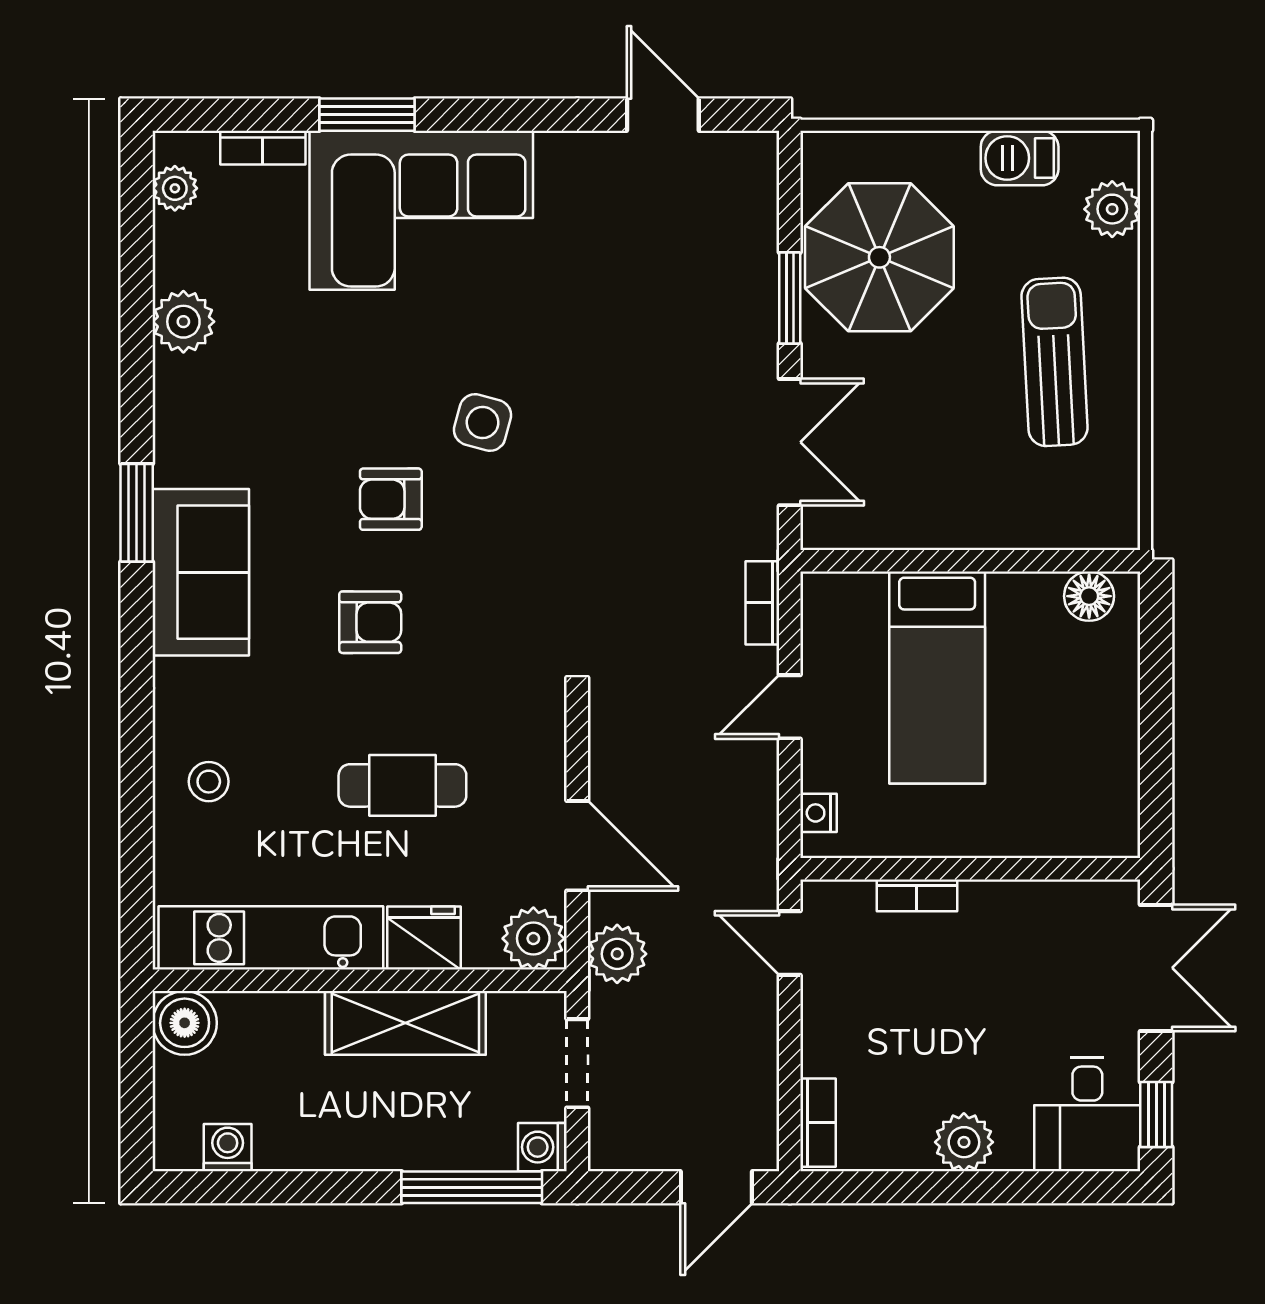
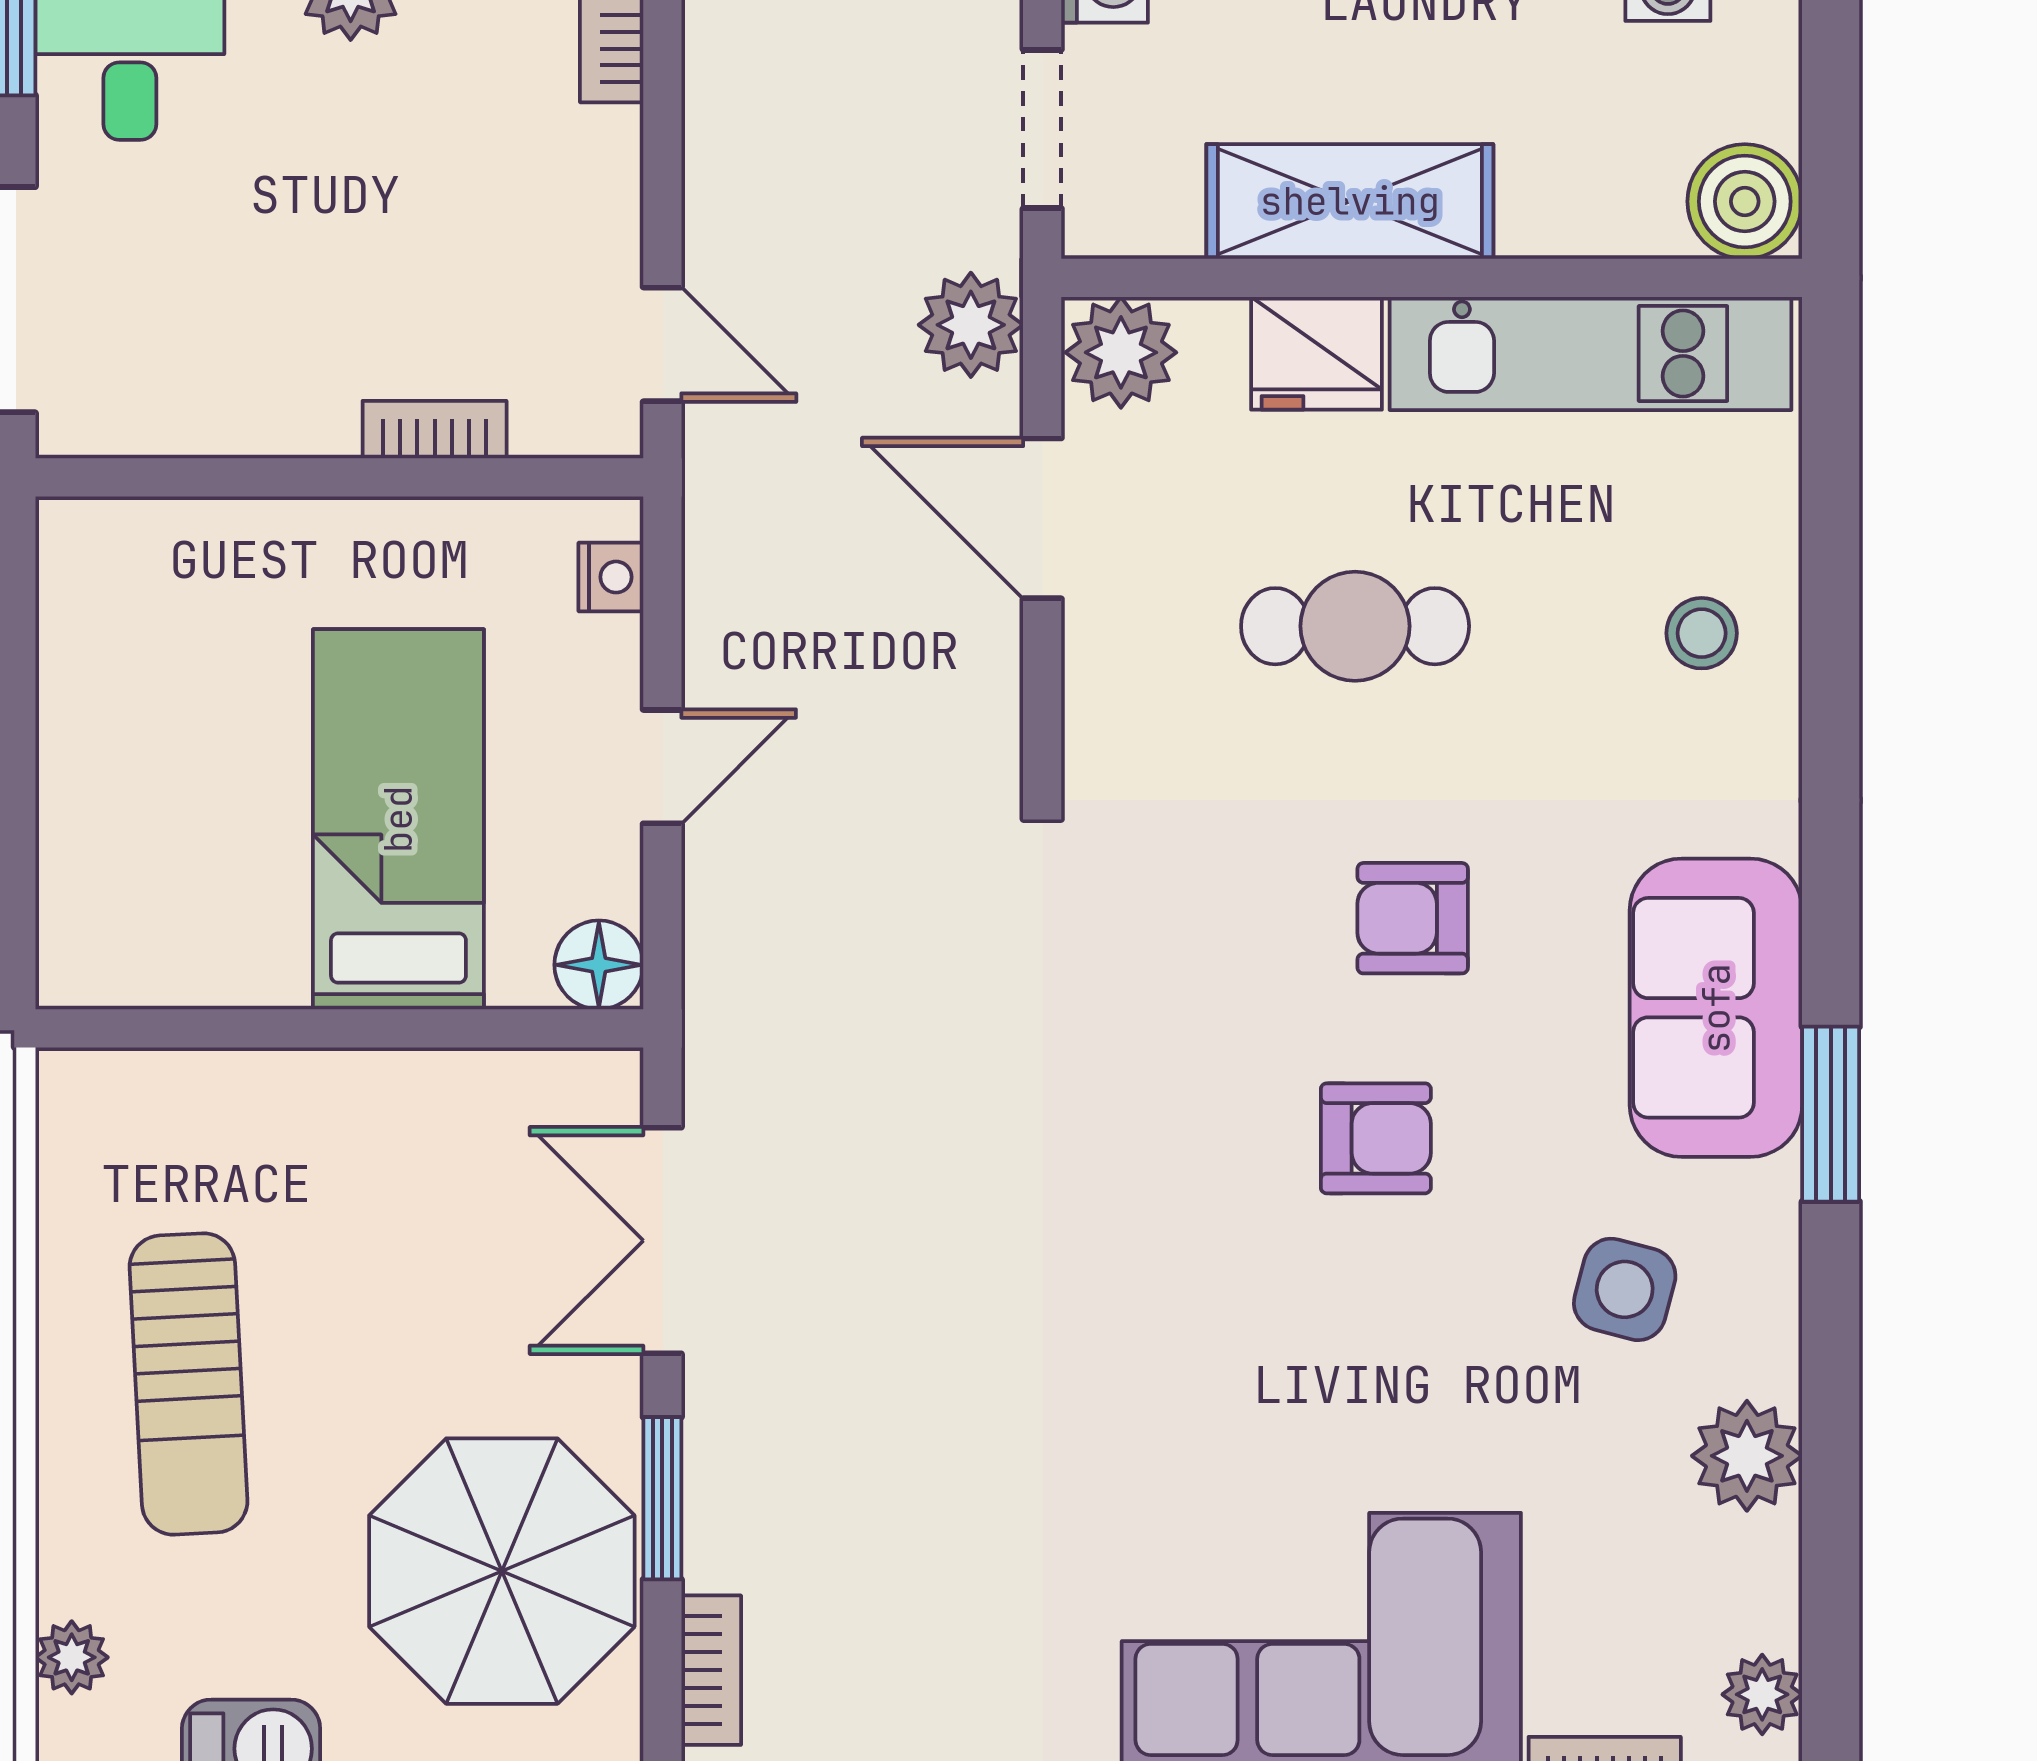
plant: (1112, 209) -> (72, 1657), width x0.73, depth x0.73
side table: (483, 423) -> (1625, 1289), moved
floor lamp: (1089, 596) -> (599, 965), moved
bookcase: (762, 603) -> (711, 1670), moved

